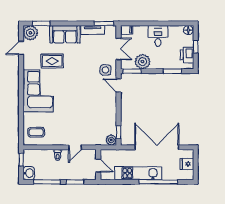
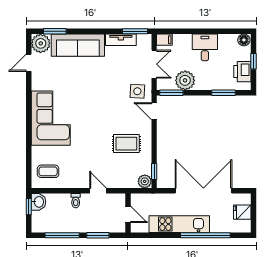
sofa: (65, 34) -> (78, 45), width x1.36
rug: (52, 61) -> (126, 144), moved
door: (75, 147) -> (98, 191), swing flipped
washbasin: (29, 173) -> (38, 202), moved

